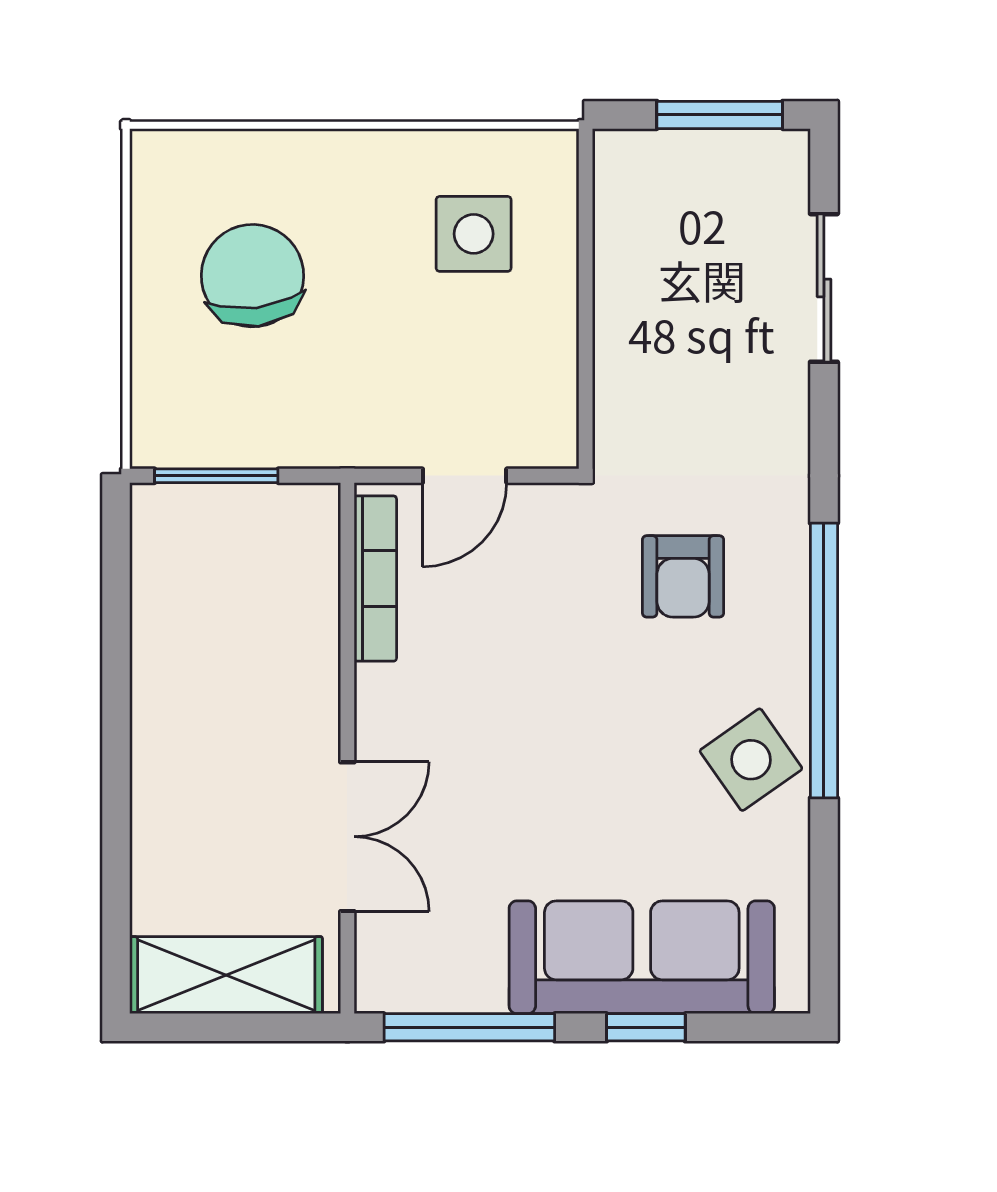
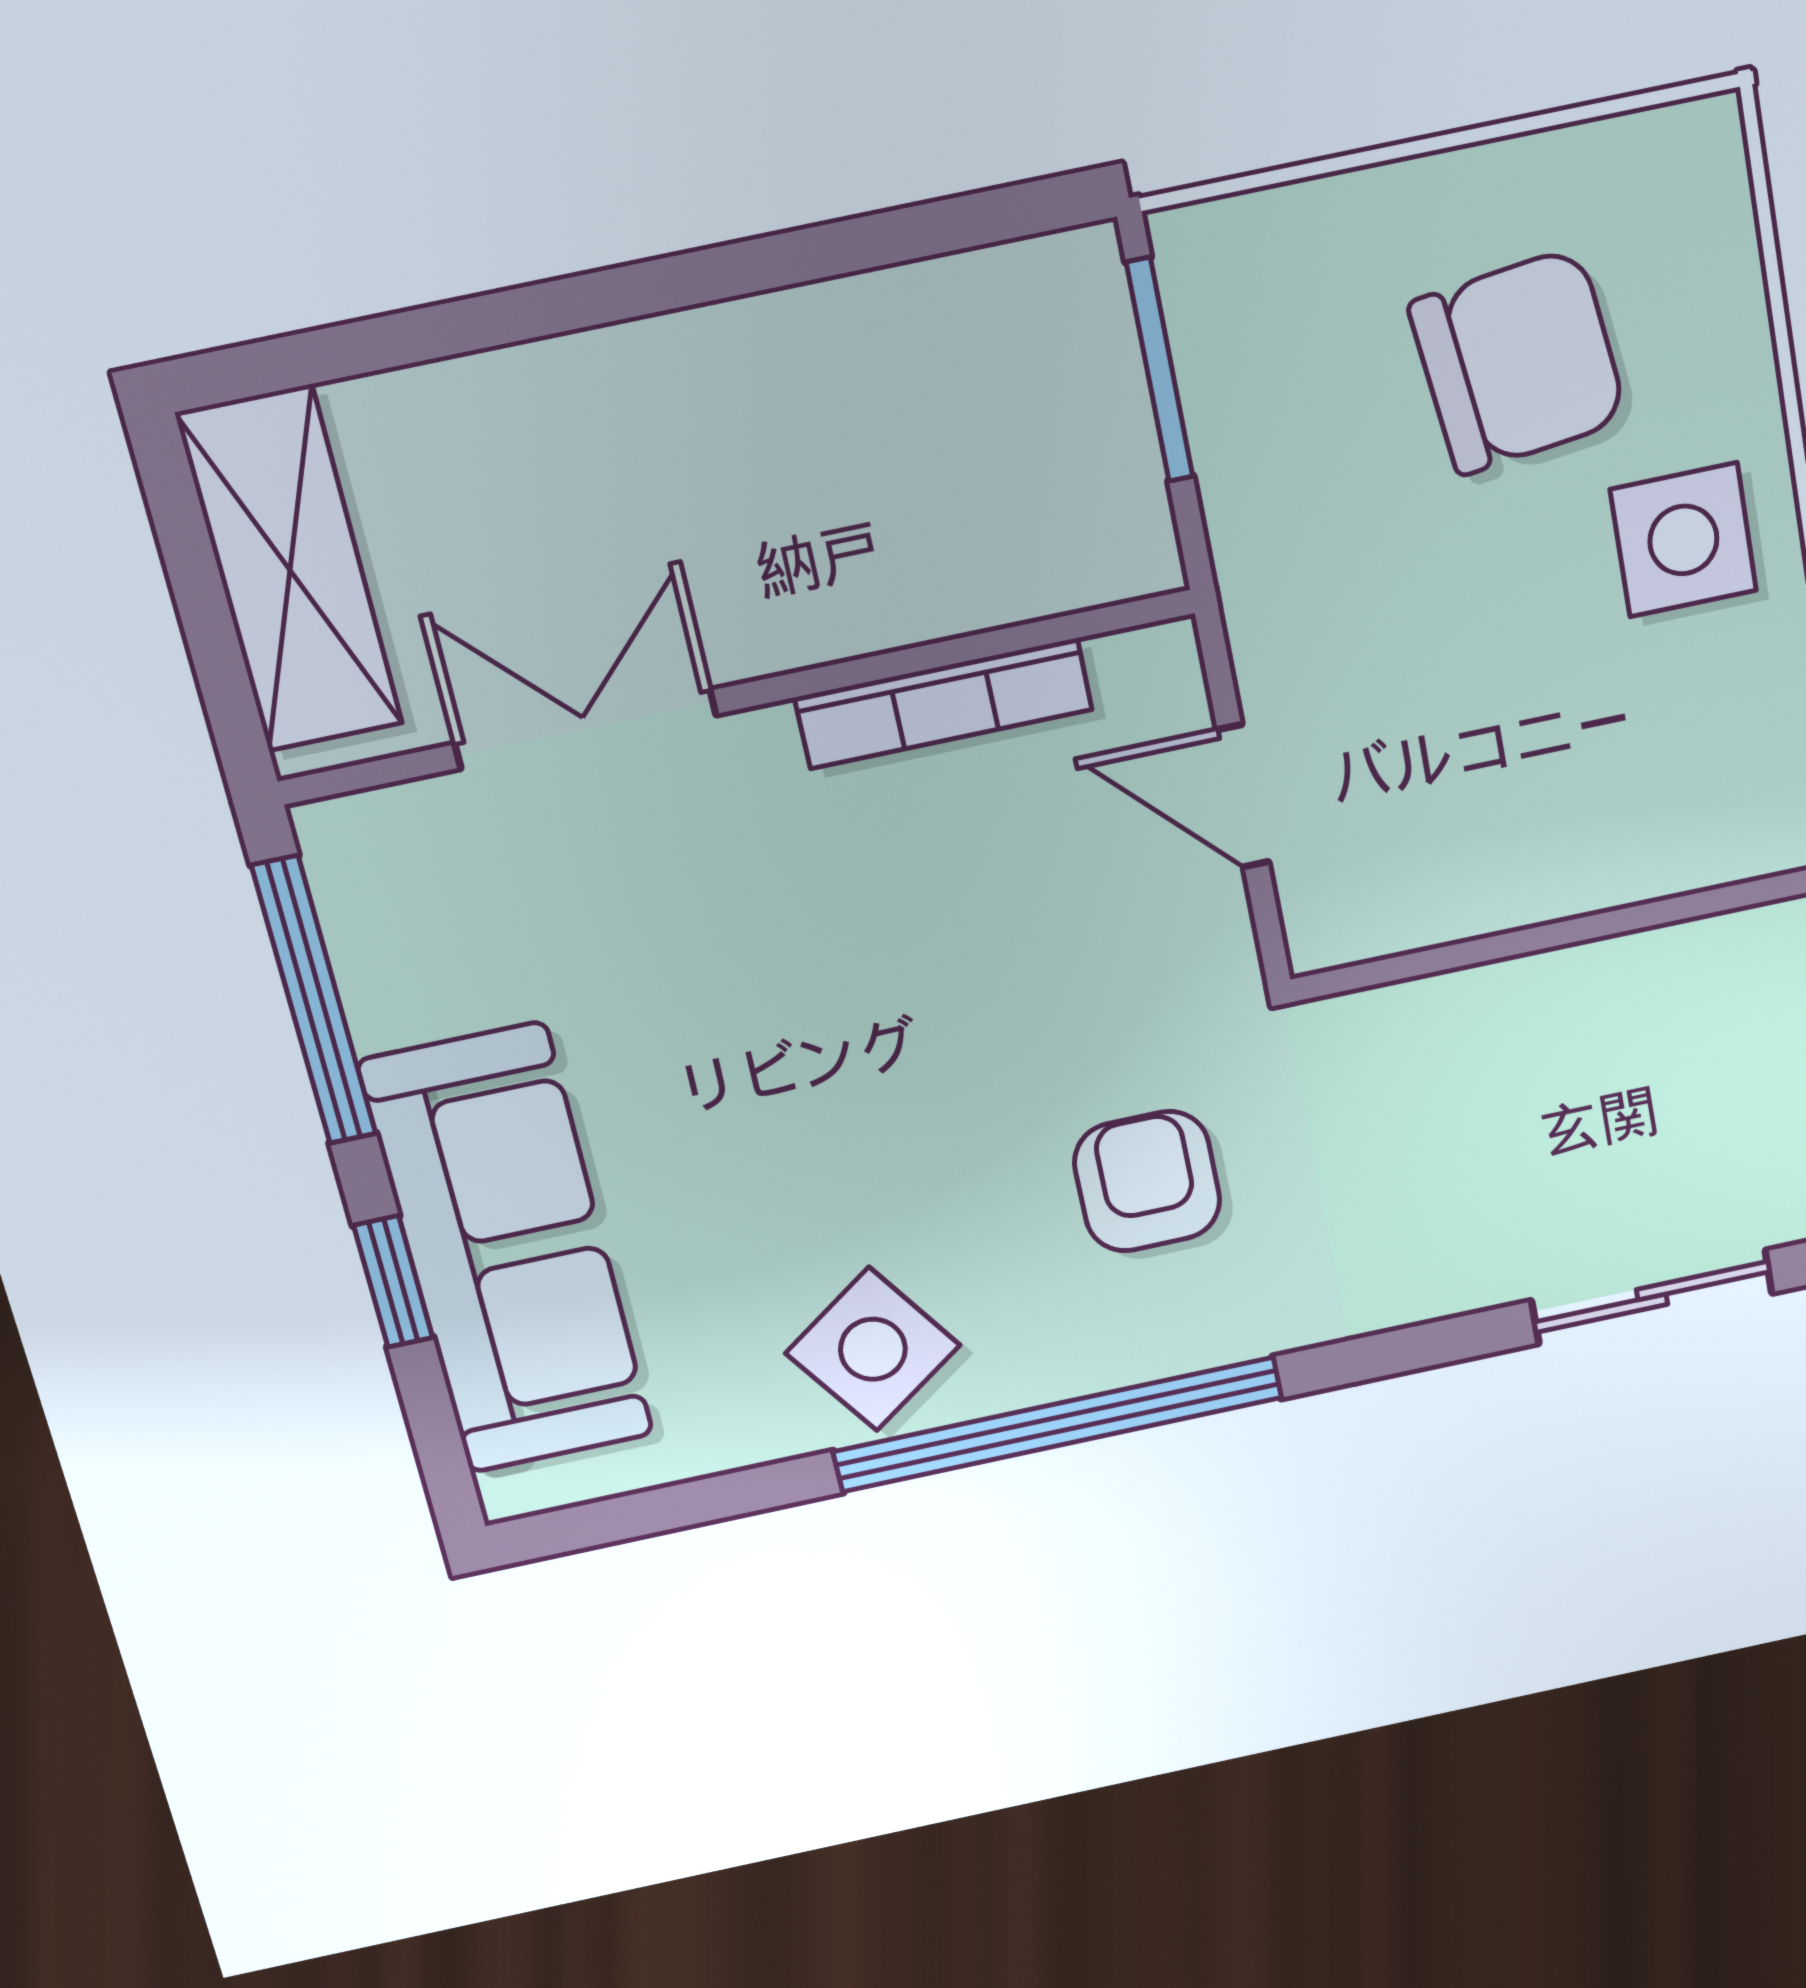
side table: (474, 234) -> (1683, 540), moved
armchair: (683, 576) -> (1147, 1181), turned 90
bookcase: (375, 579) -> (944, 703), moved
double door: (347, 837) -> (586, 729), swing flipped

